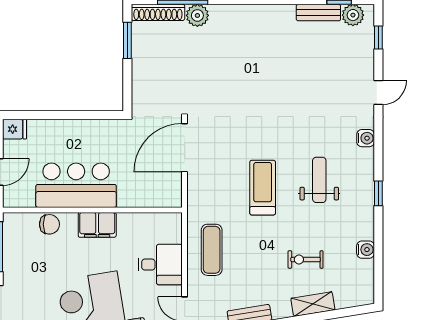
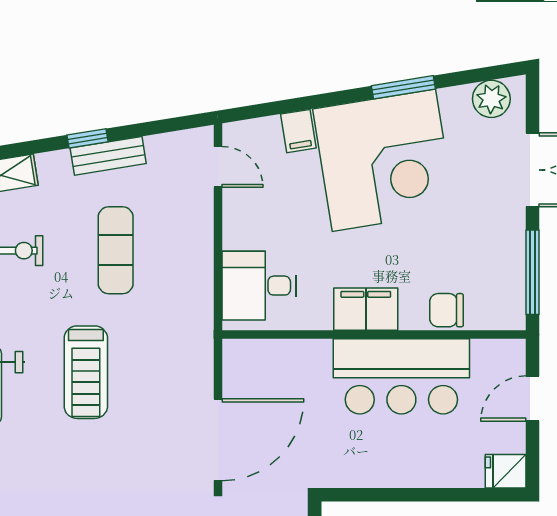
exercise mat: (212, 250) -> (116, 250), moved
desk: (160, 265) -> (259, 286), moved

